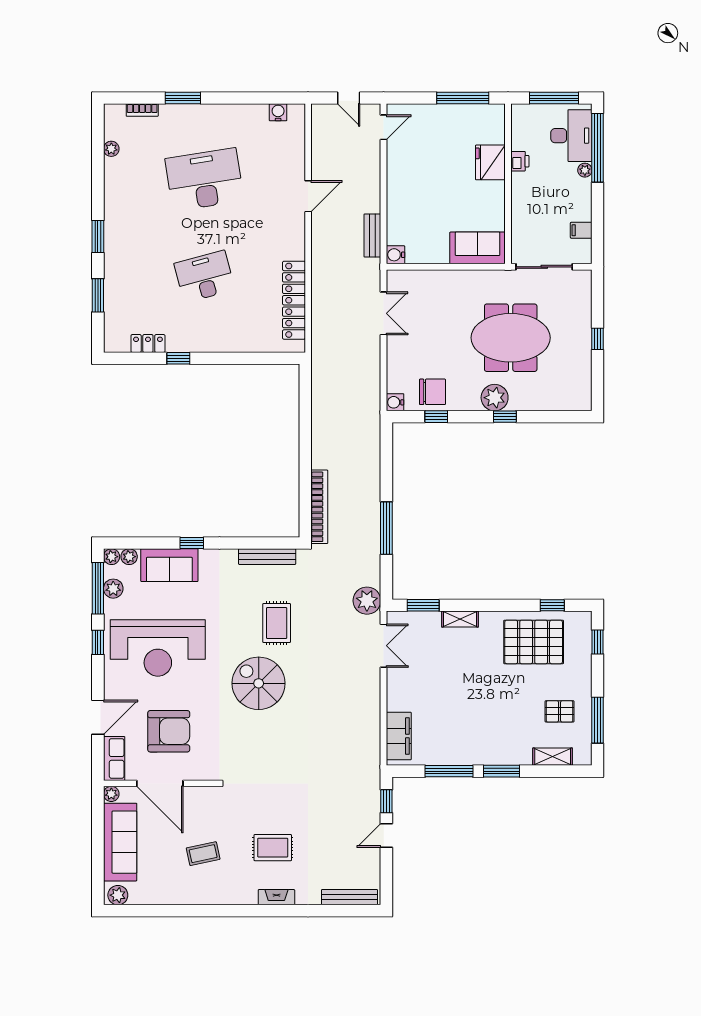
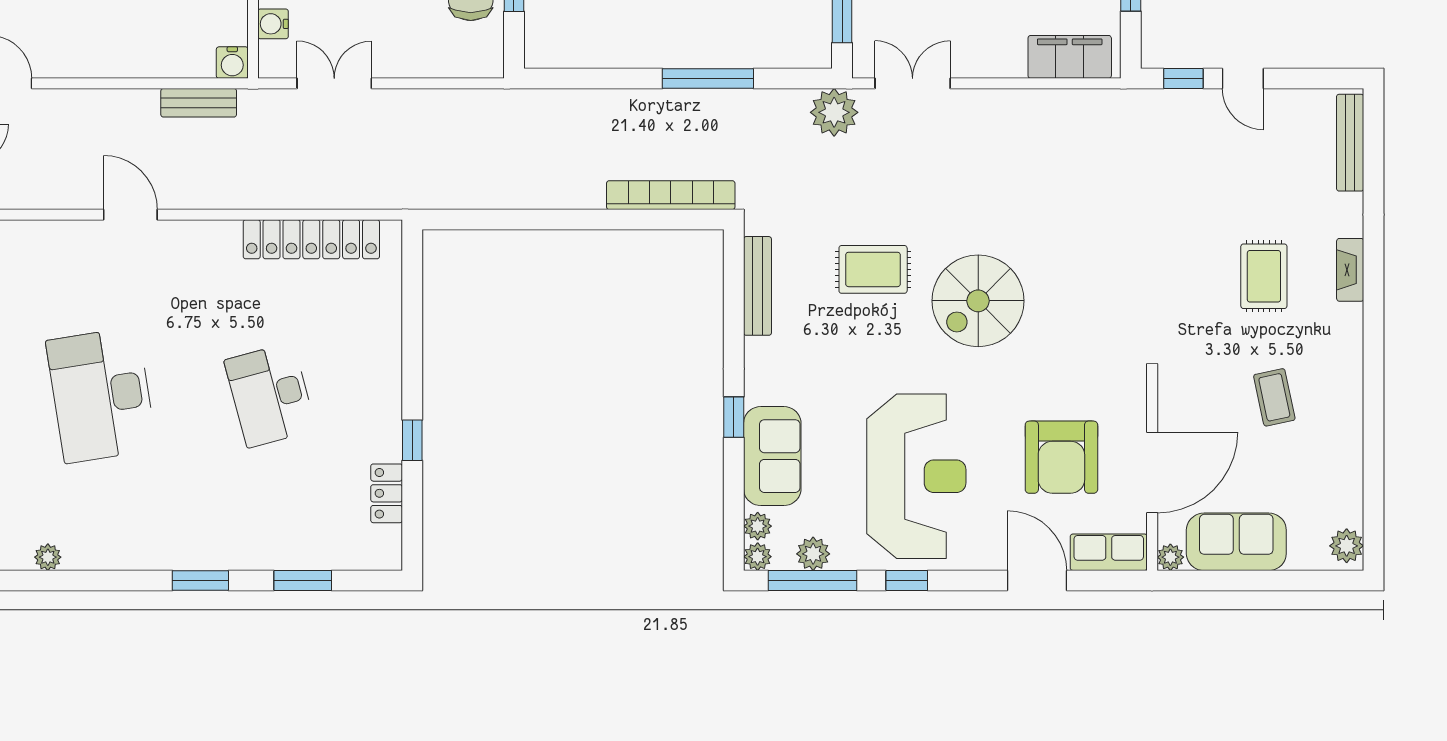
water cooler: (395, 402) -> (273, 24), moved, turned 90
armchair: (169, 731) -> (1061, 457), turned 180
sofa: (120, 842) -> (1236, 542), width x0.73

